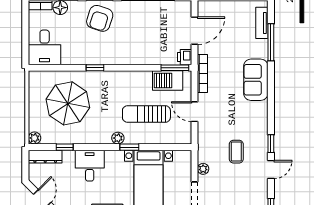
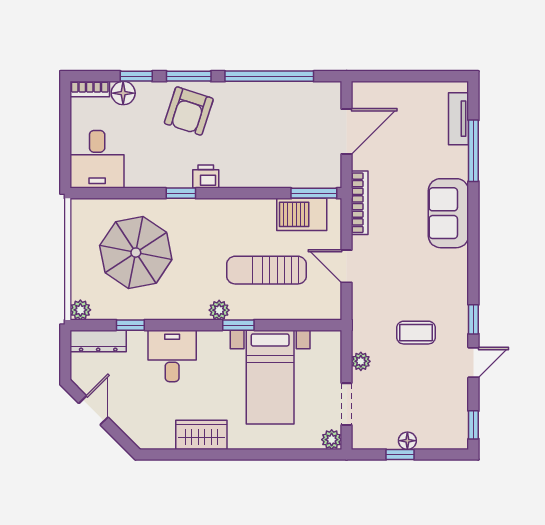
printer: (185, 57) -> (206, 177), moved, turned 90
coffee table: (236, 152) -> (416, 333), turned 90

